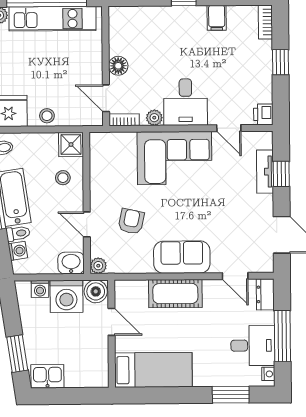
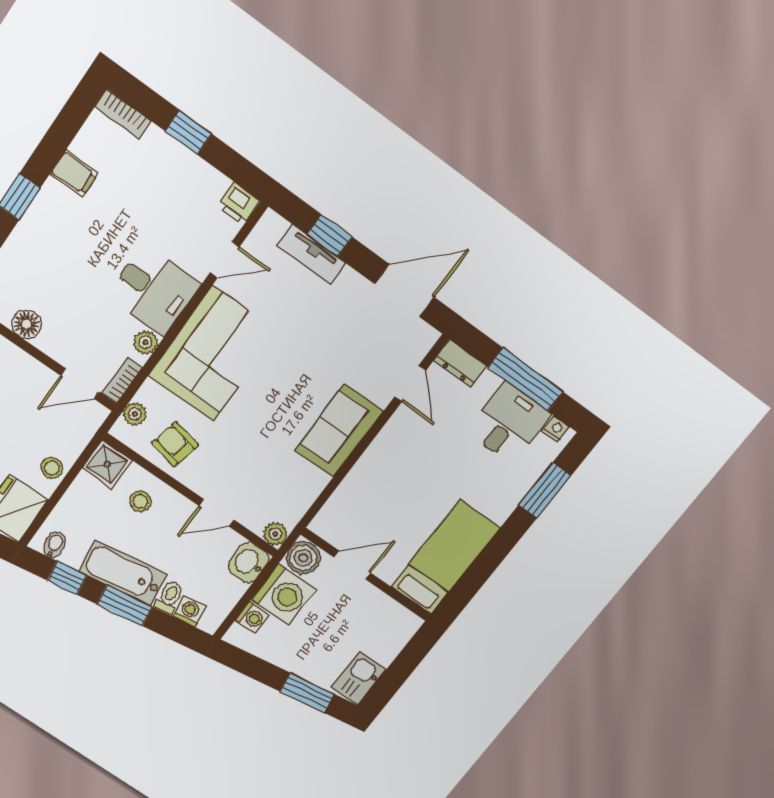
floor lamp: (118, 66) -> (27, 324), moved
plant: (111, 140) -> (135, 414), added
armchair: (131, 221) -> (175, 444), moved
door: (235, 276) -> (410, 384), hinge flipped
cot: (175, 294) -> (376, 469), removed

